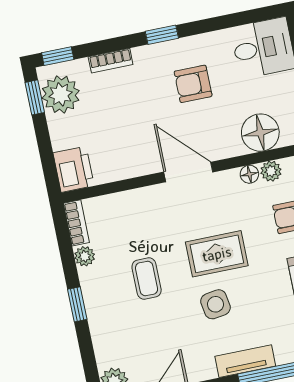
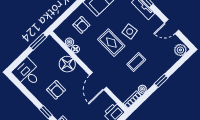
floor lamp: (260, 133) -> (67, 64), moved
door: (188, 172) -> (98, 81), moved

